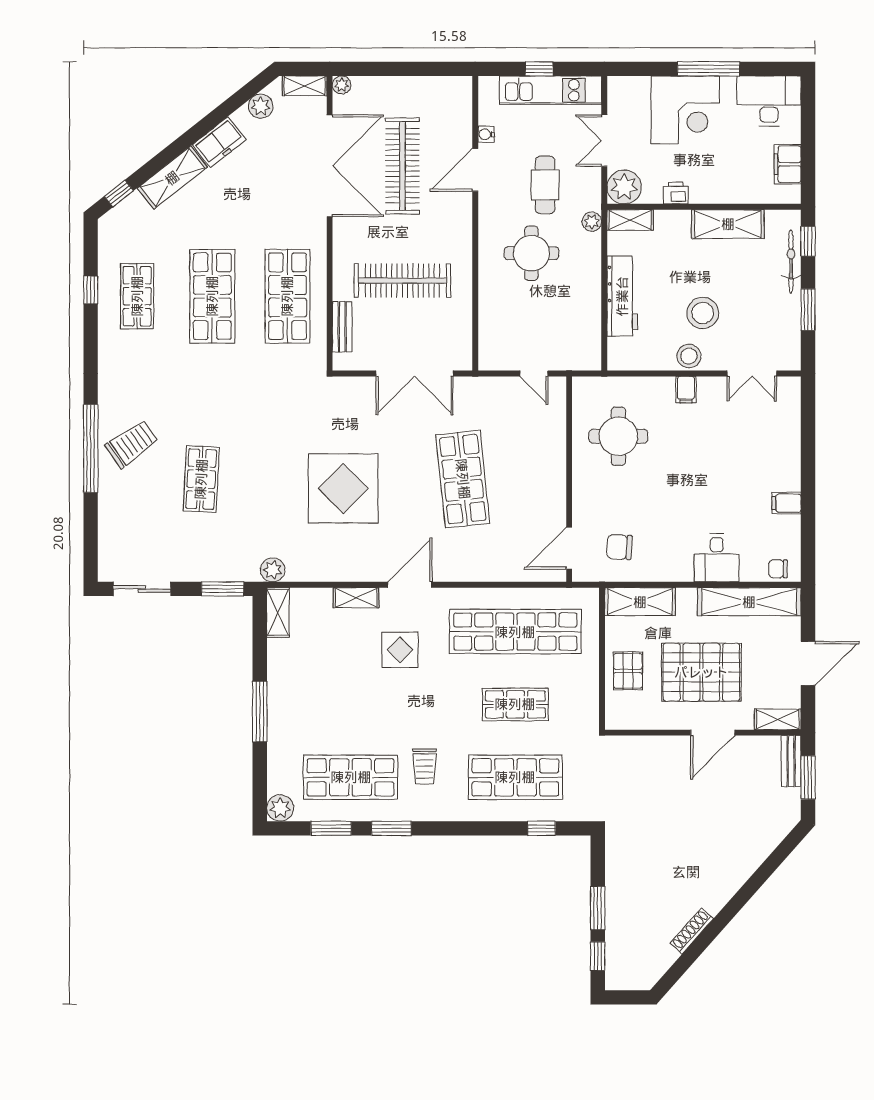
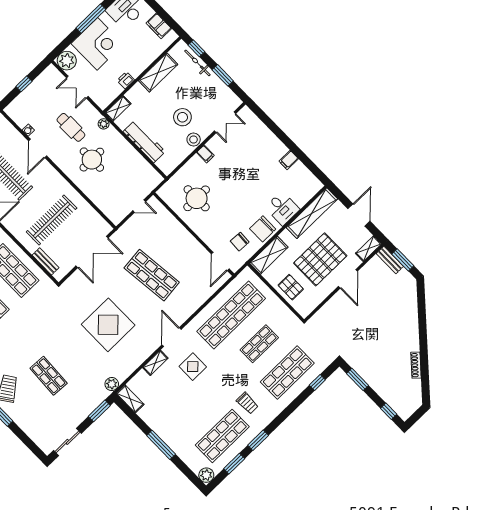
kitchen unit: (550, 90) -> (37, 88), removed
plant: (624, 187) -> (67, 61), moved
chair: (778, 569) -> (263, 229), moved, width x1.87, depth x1.87
window: (598, 908) -> (357, 379), moved

